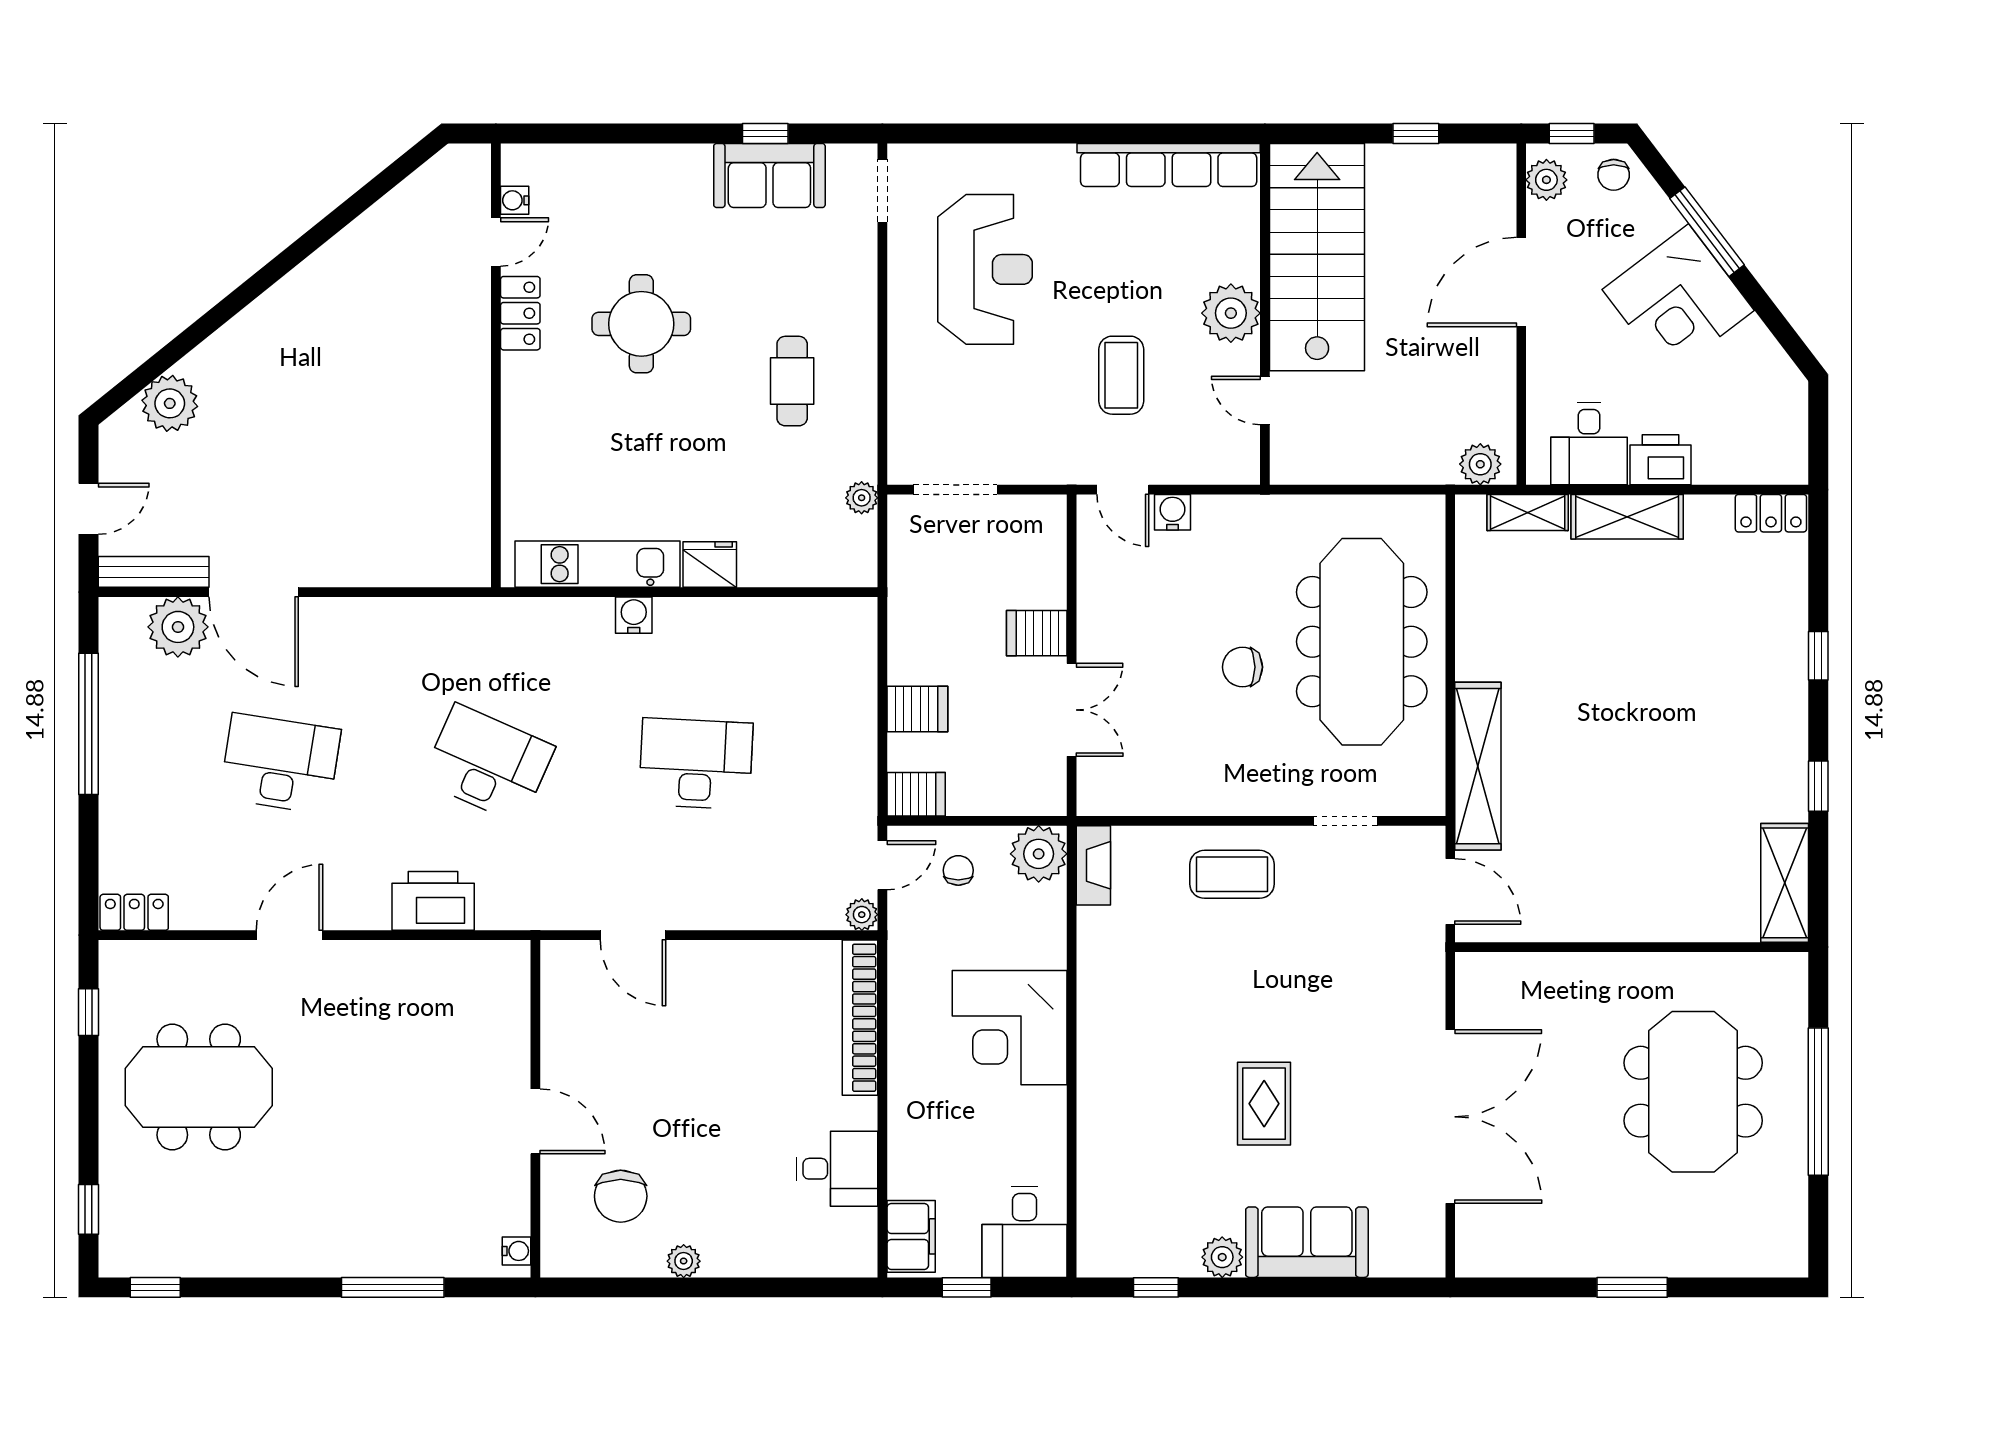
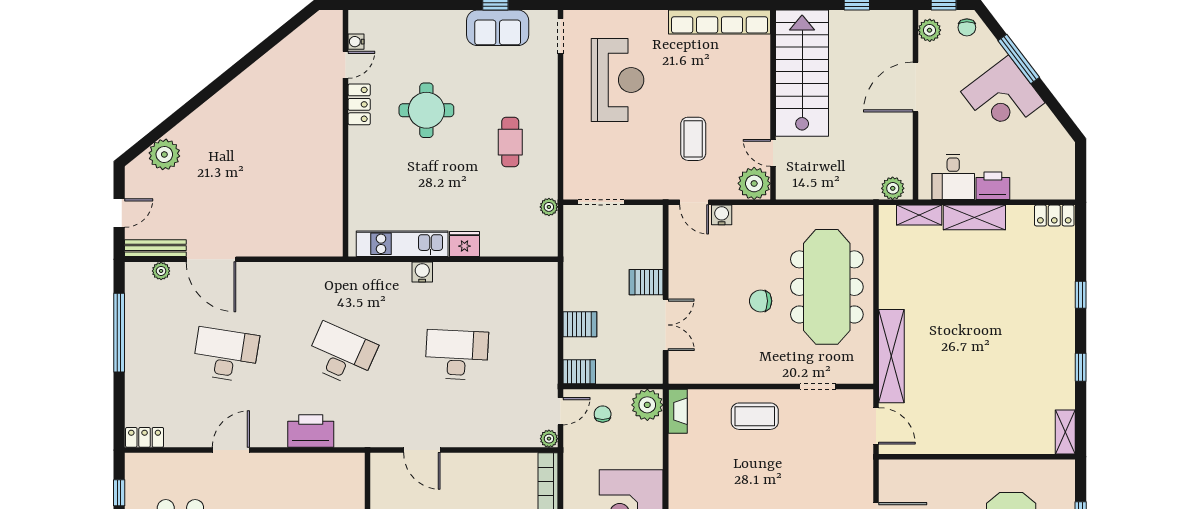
plant: (1231, 313) -> (754, 183), moved
plant: (178, 627) -> (161, 271), width x0.53, depth x0.53
shelving: (1785, 883) -> (1065, 432), width x0.67, depth x0.75

